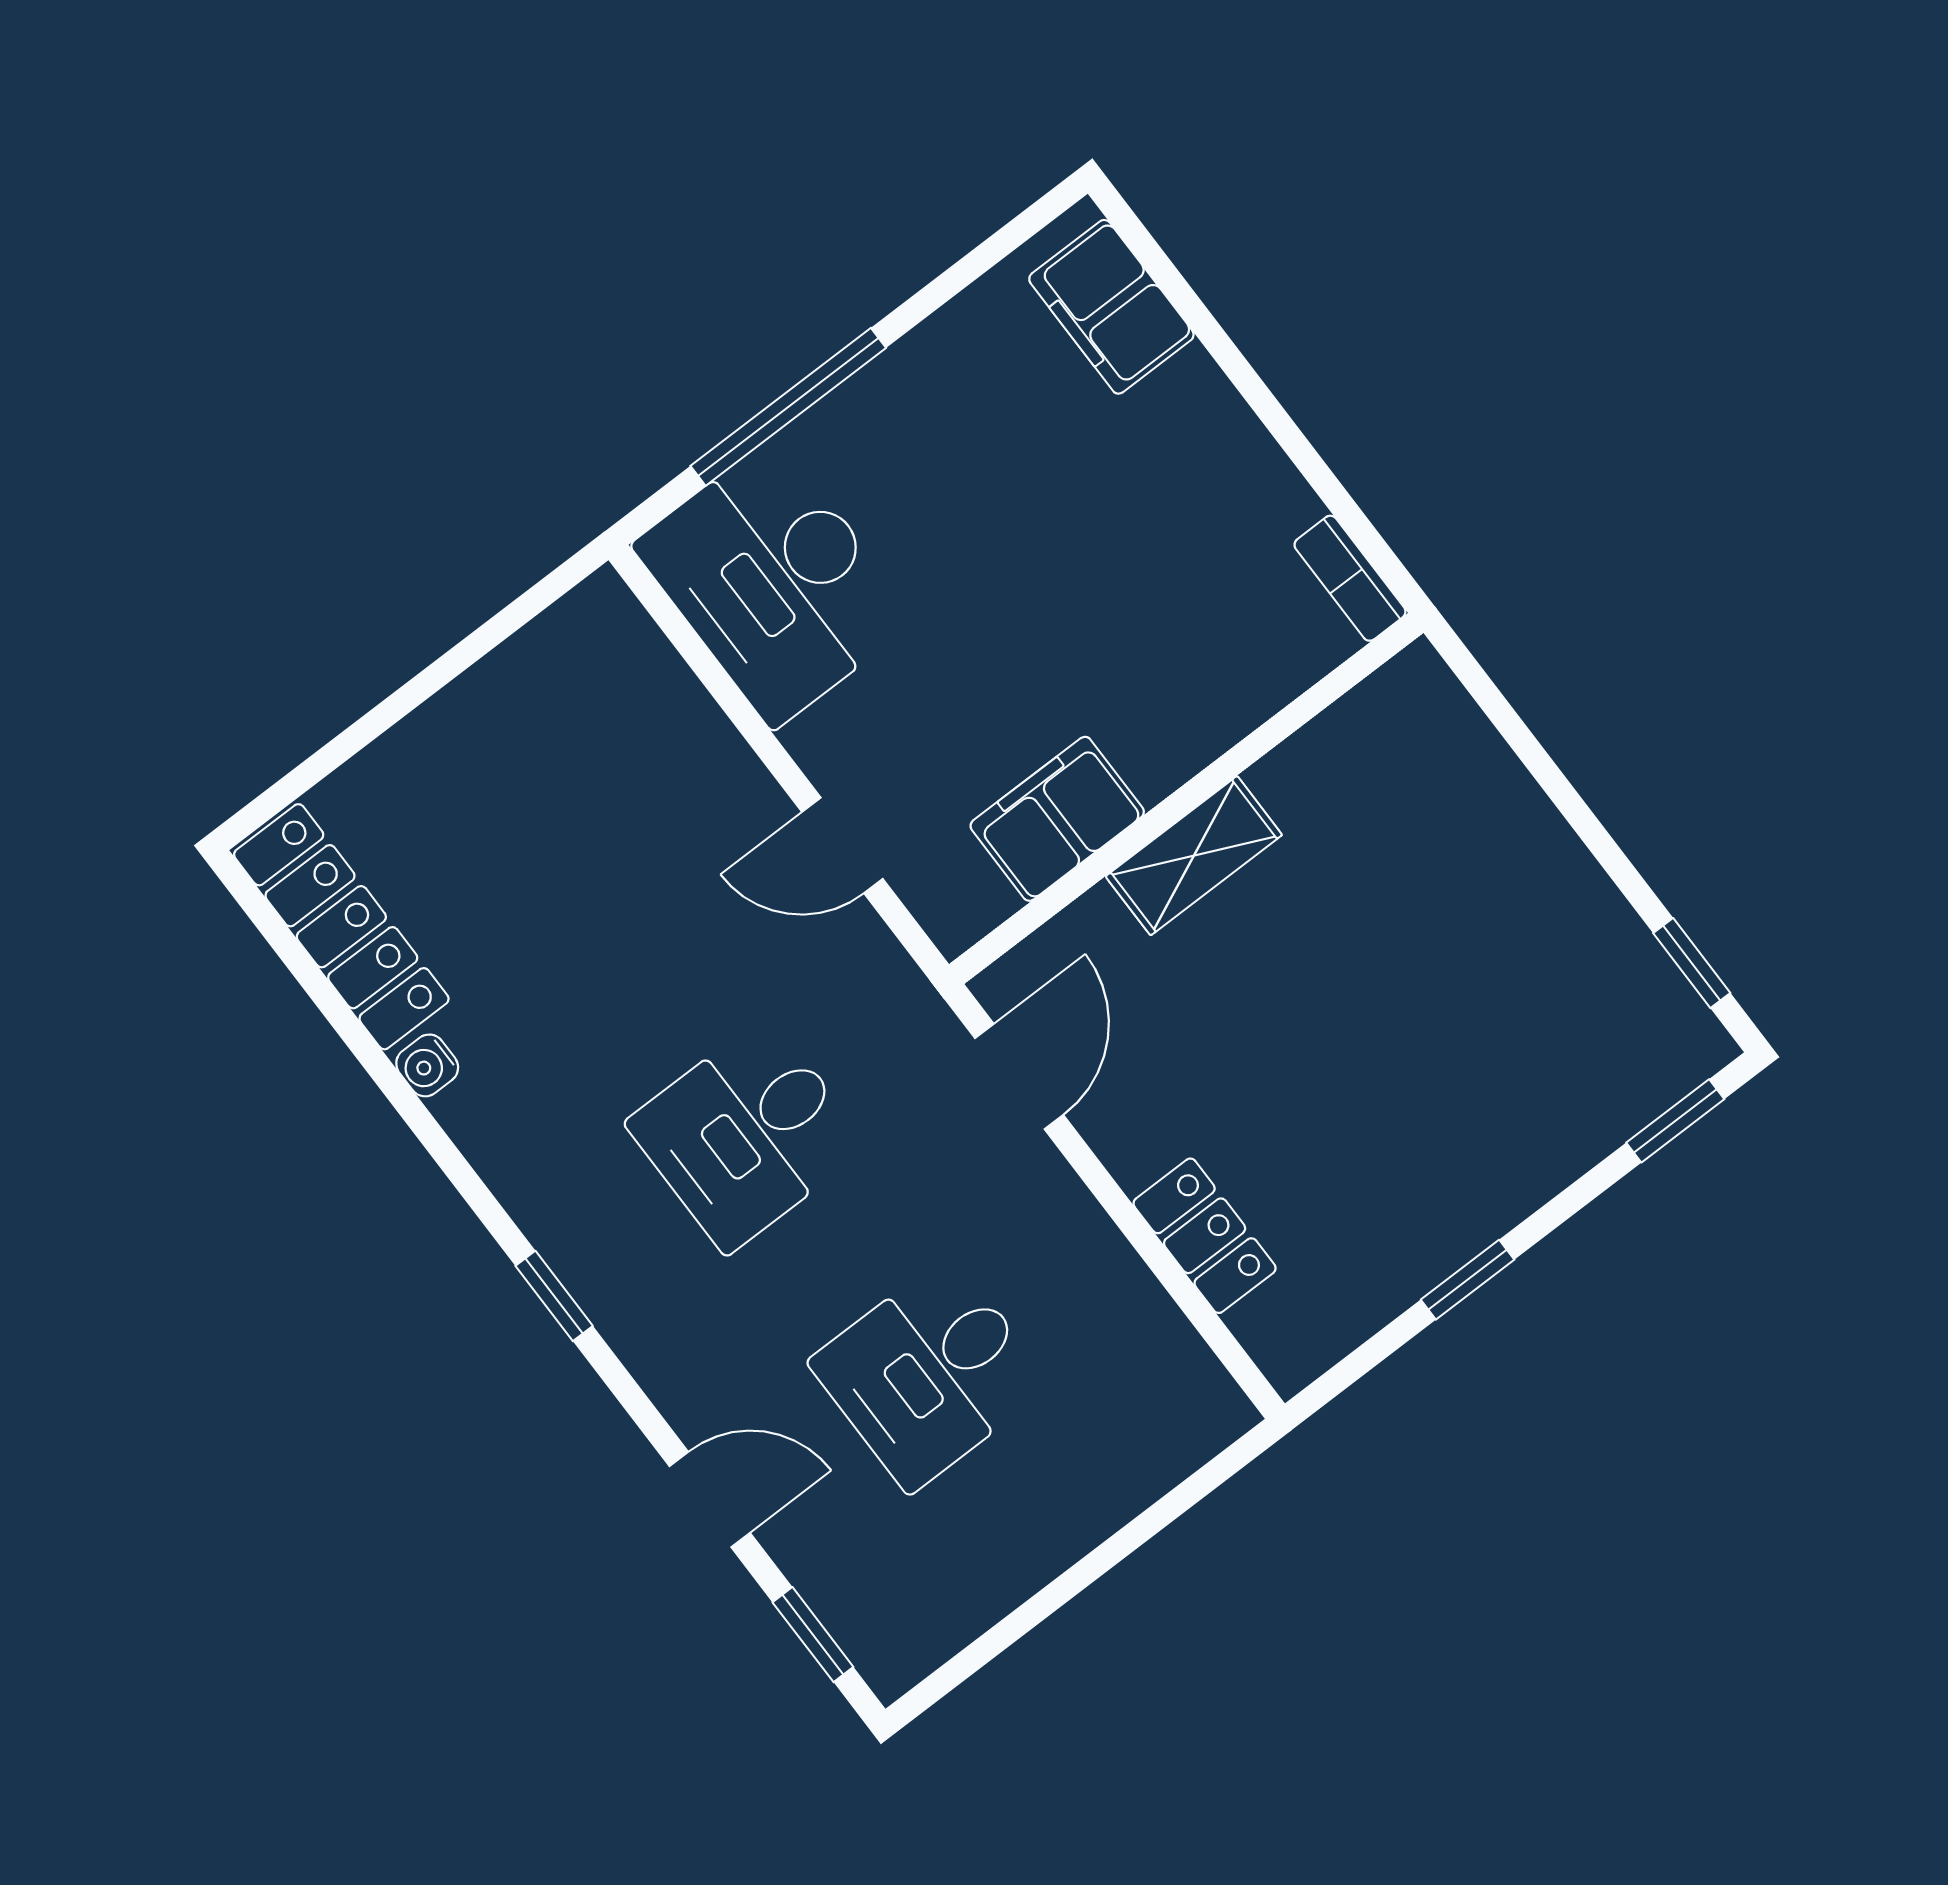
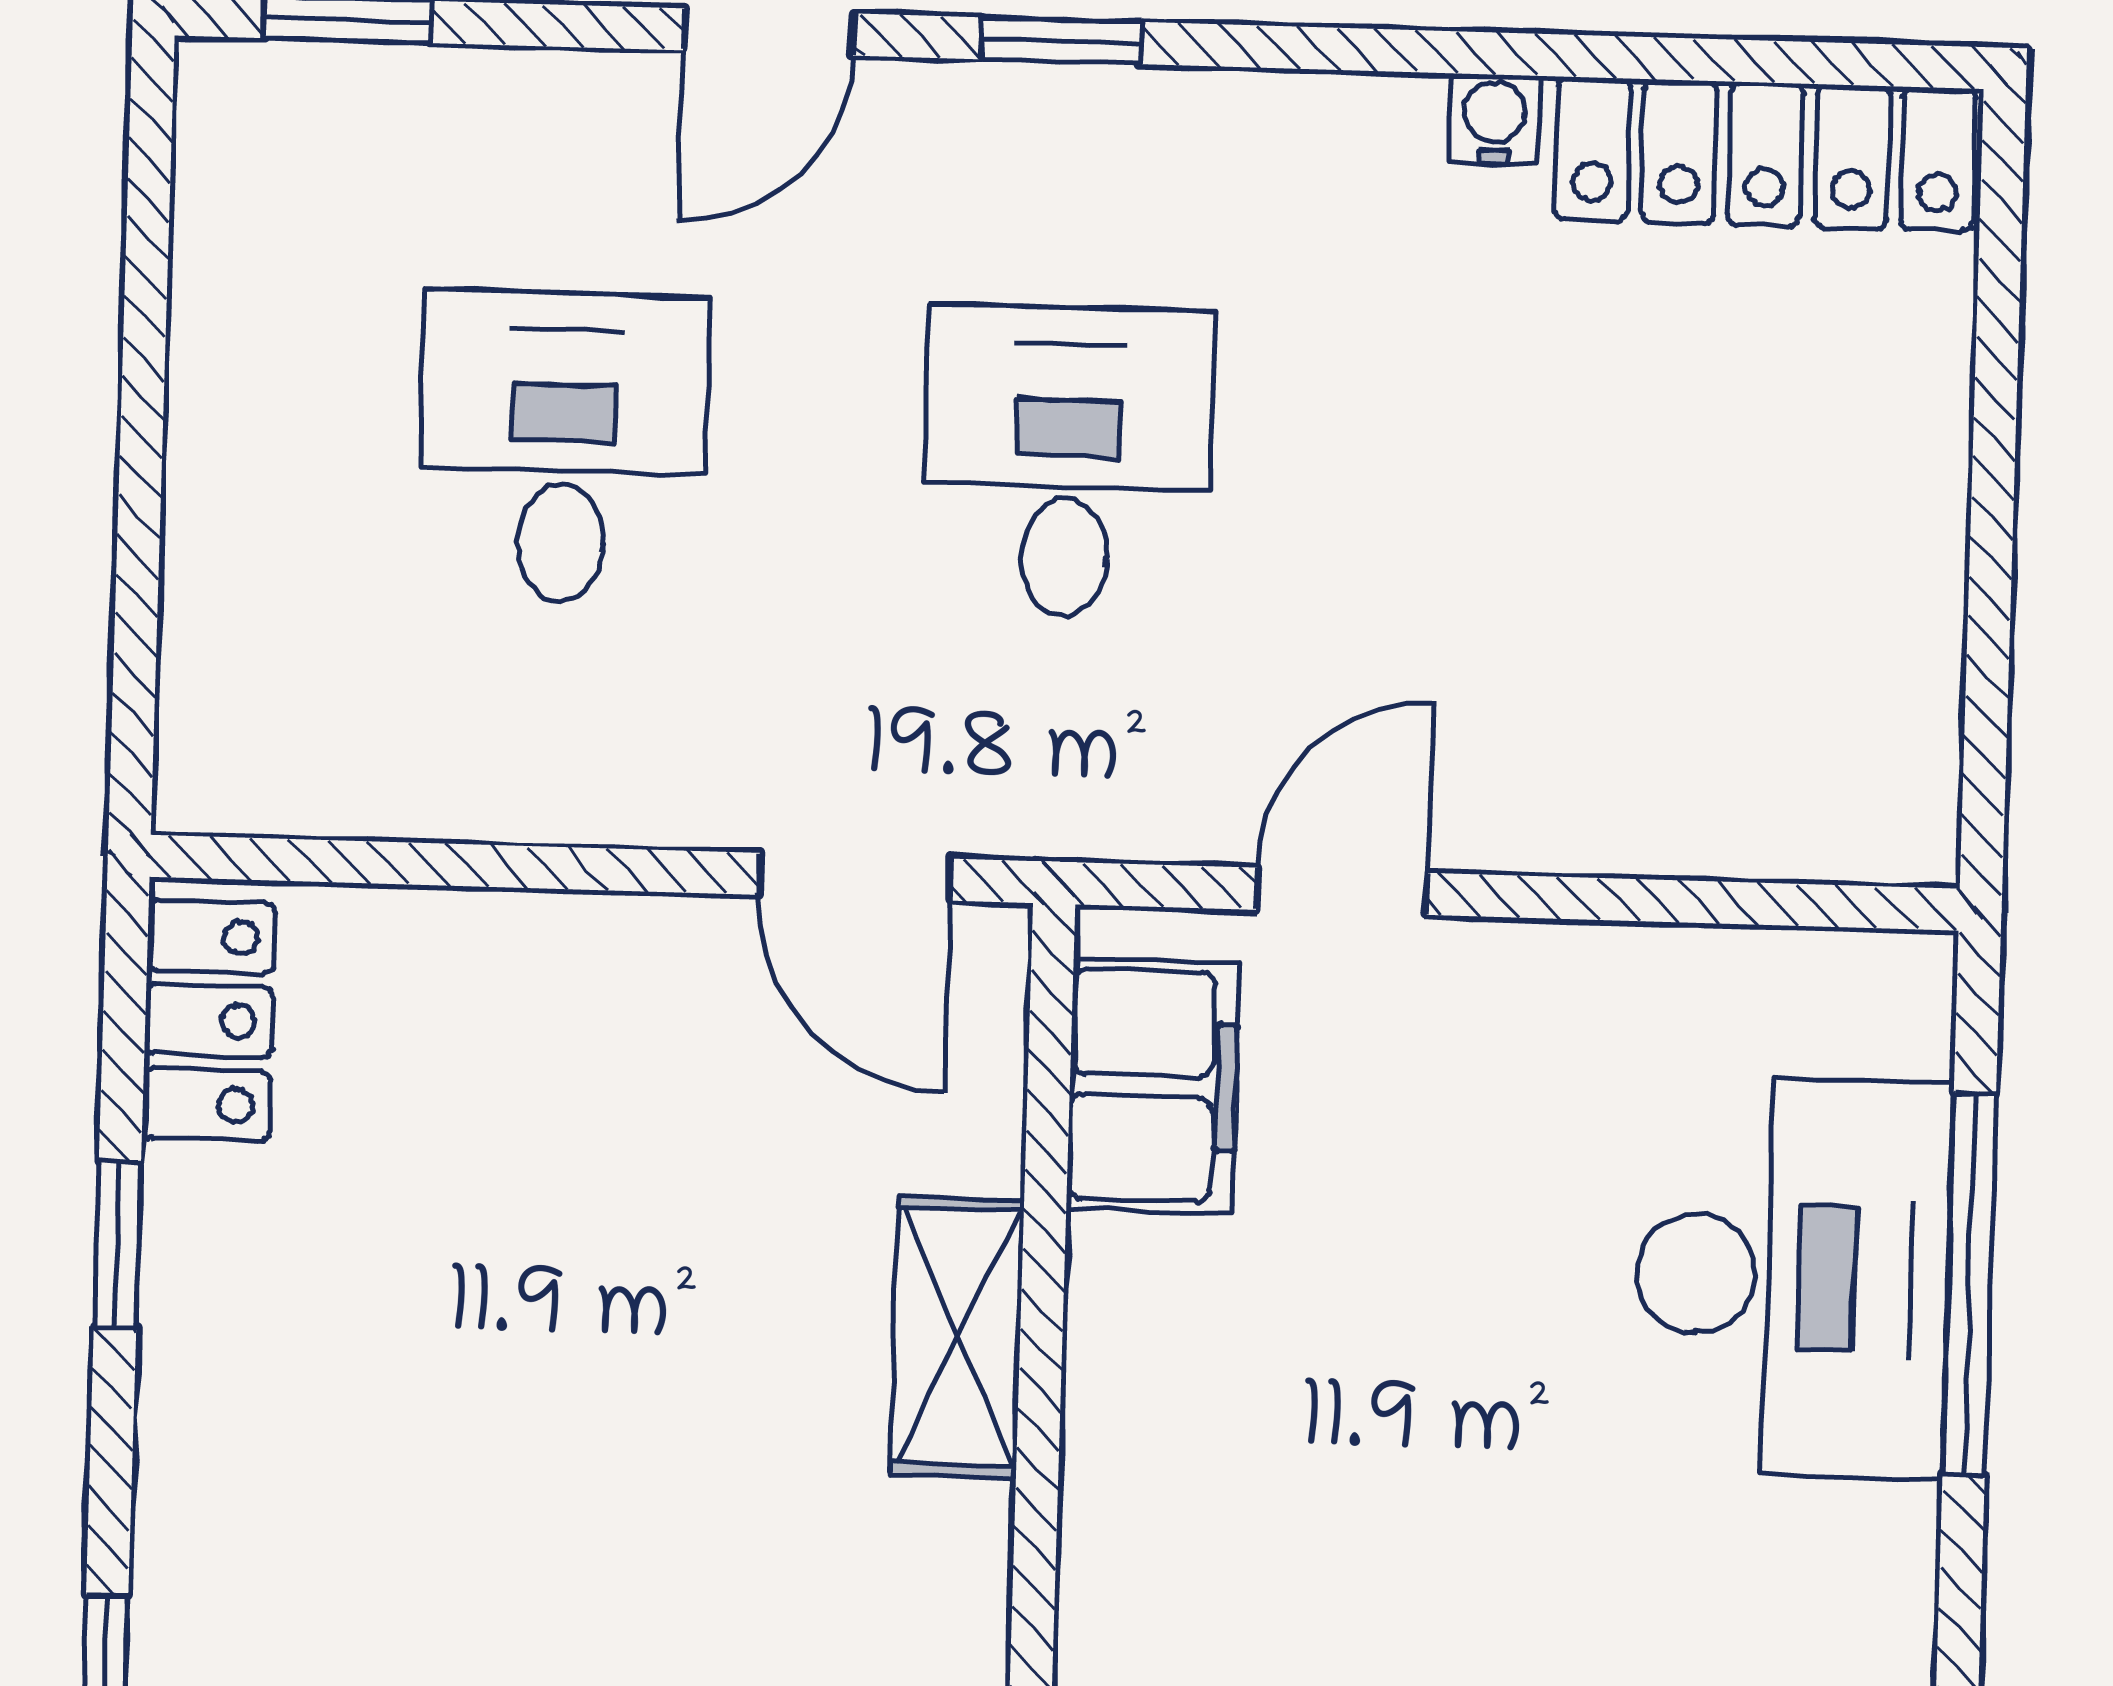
desk: (774, 582) -> (1792, 1277), moved, turned 90
filing cabinet: (1057, 819) -> (1153, 1086), moved
locker: (1205, 1236) -> (209, 1021), moved, turned -90
door: (710, 1500) -> (769, 32), moved

